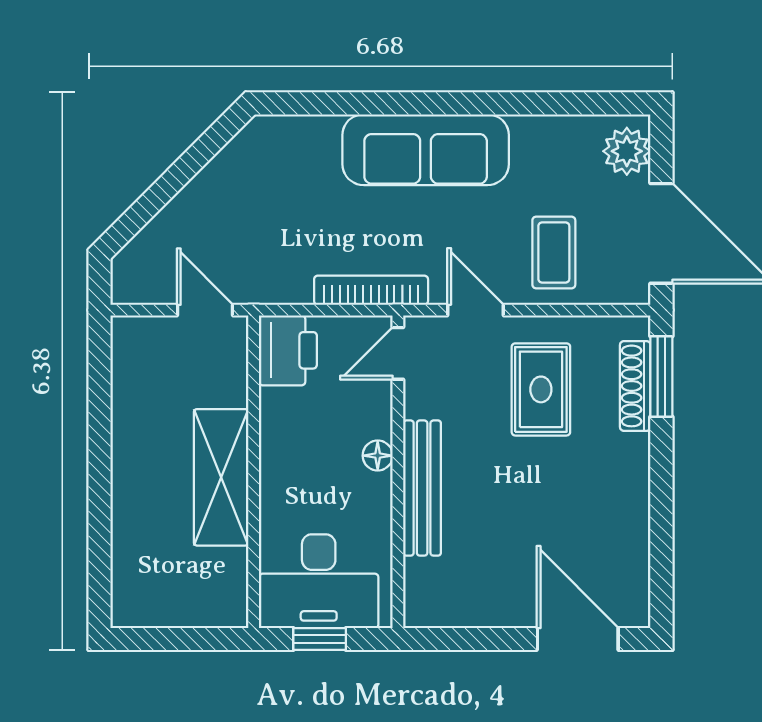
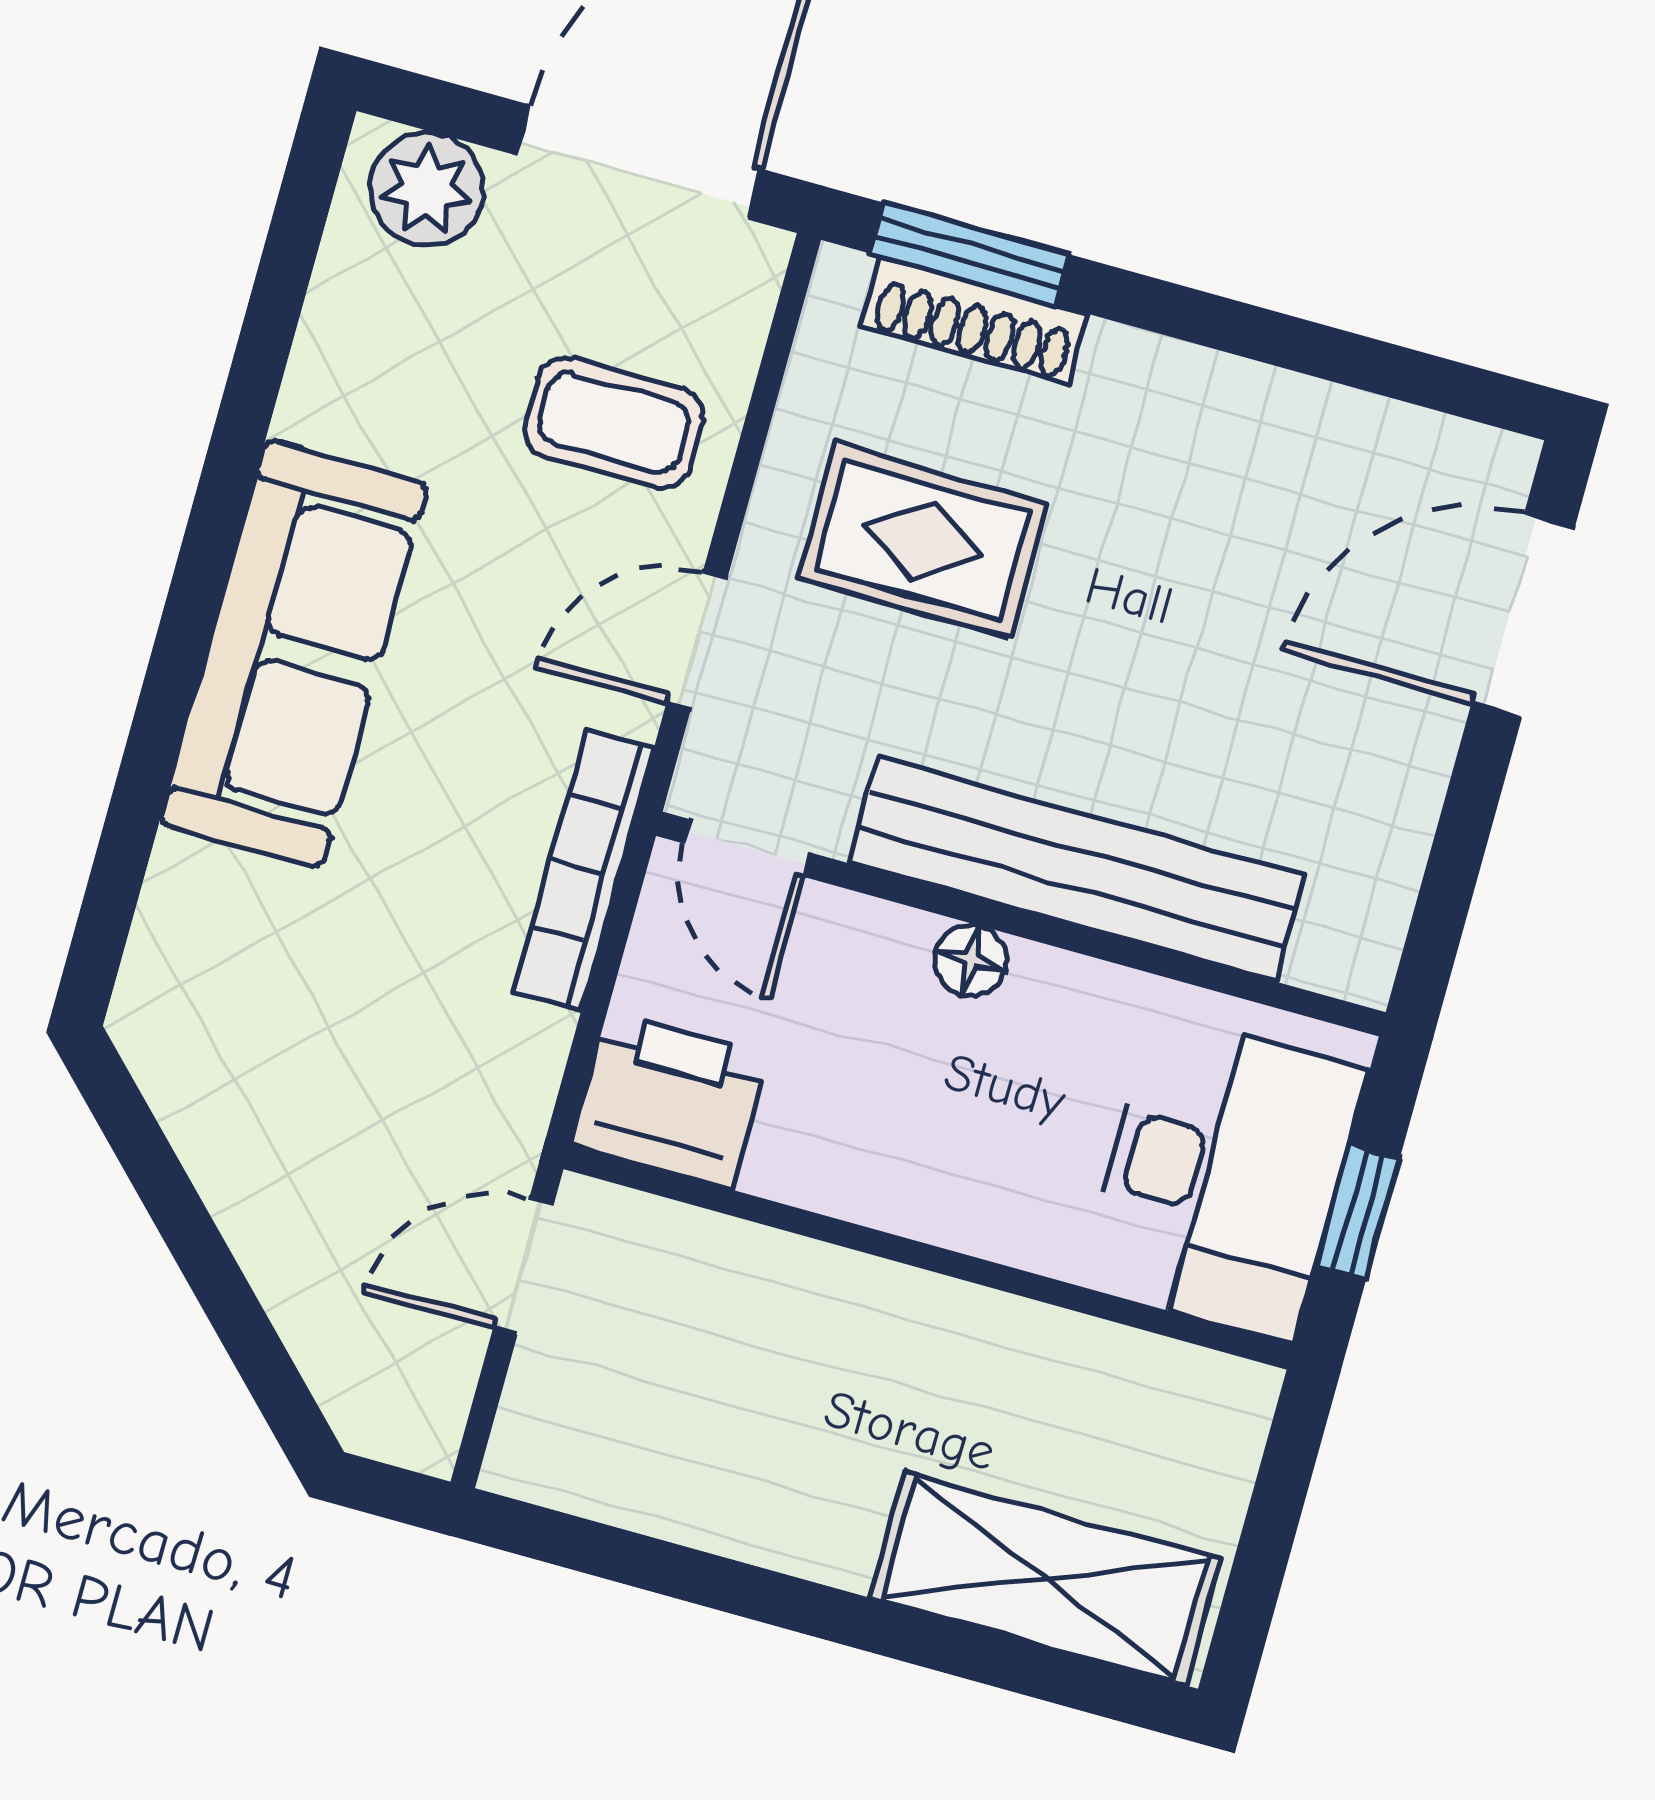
shelving: (221, 477) -> (1045, 1579), moved
bench: (422, 488) -> (1077, 869), width x1.37, depth x1.21

